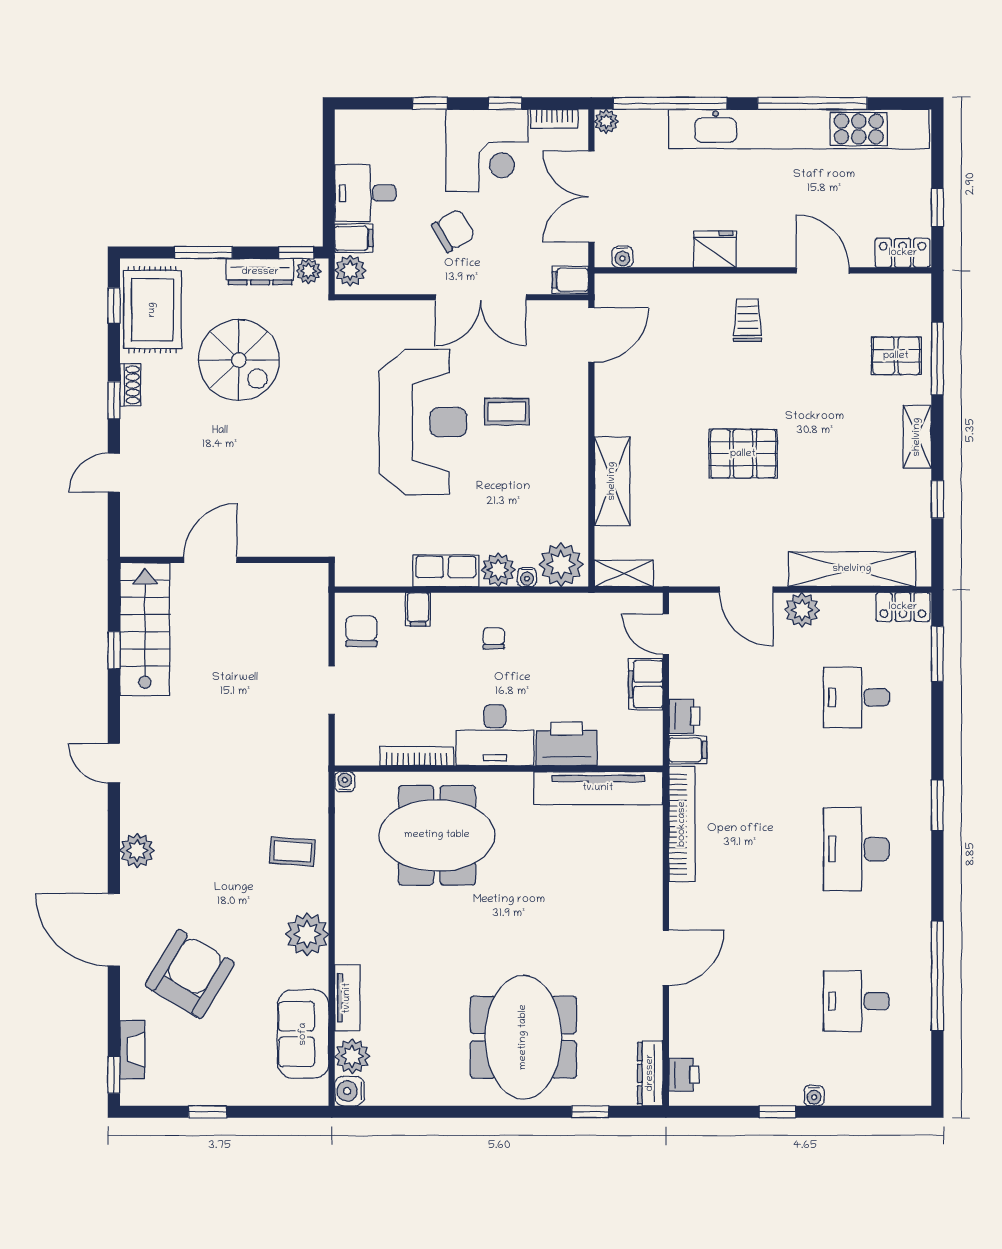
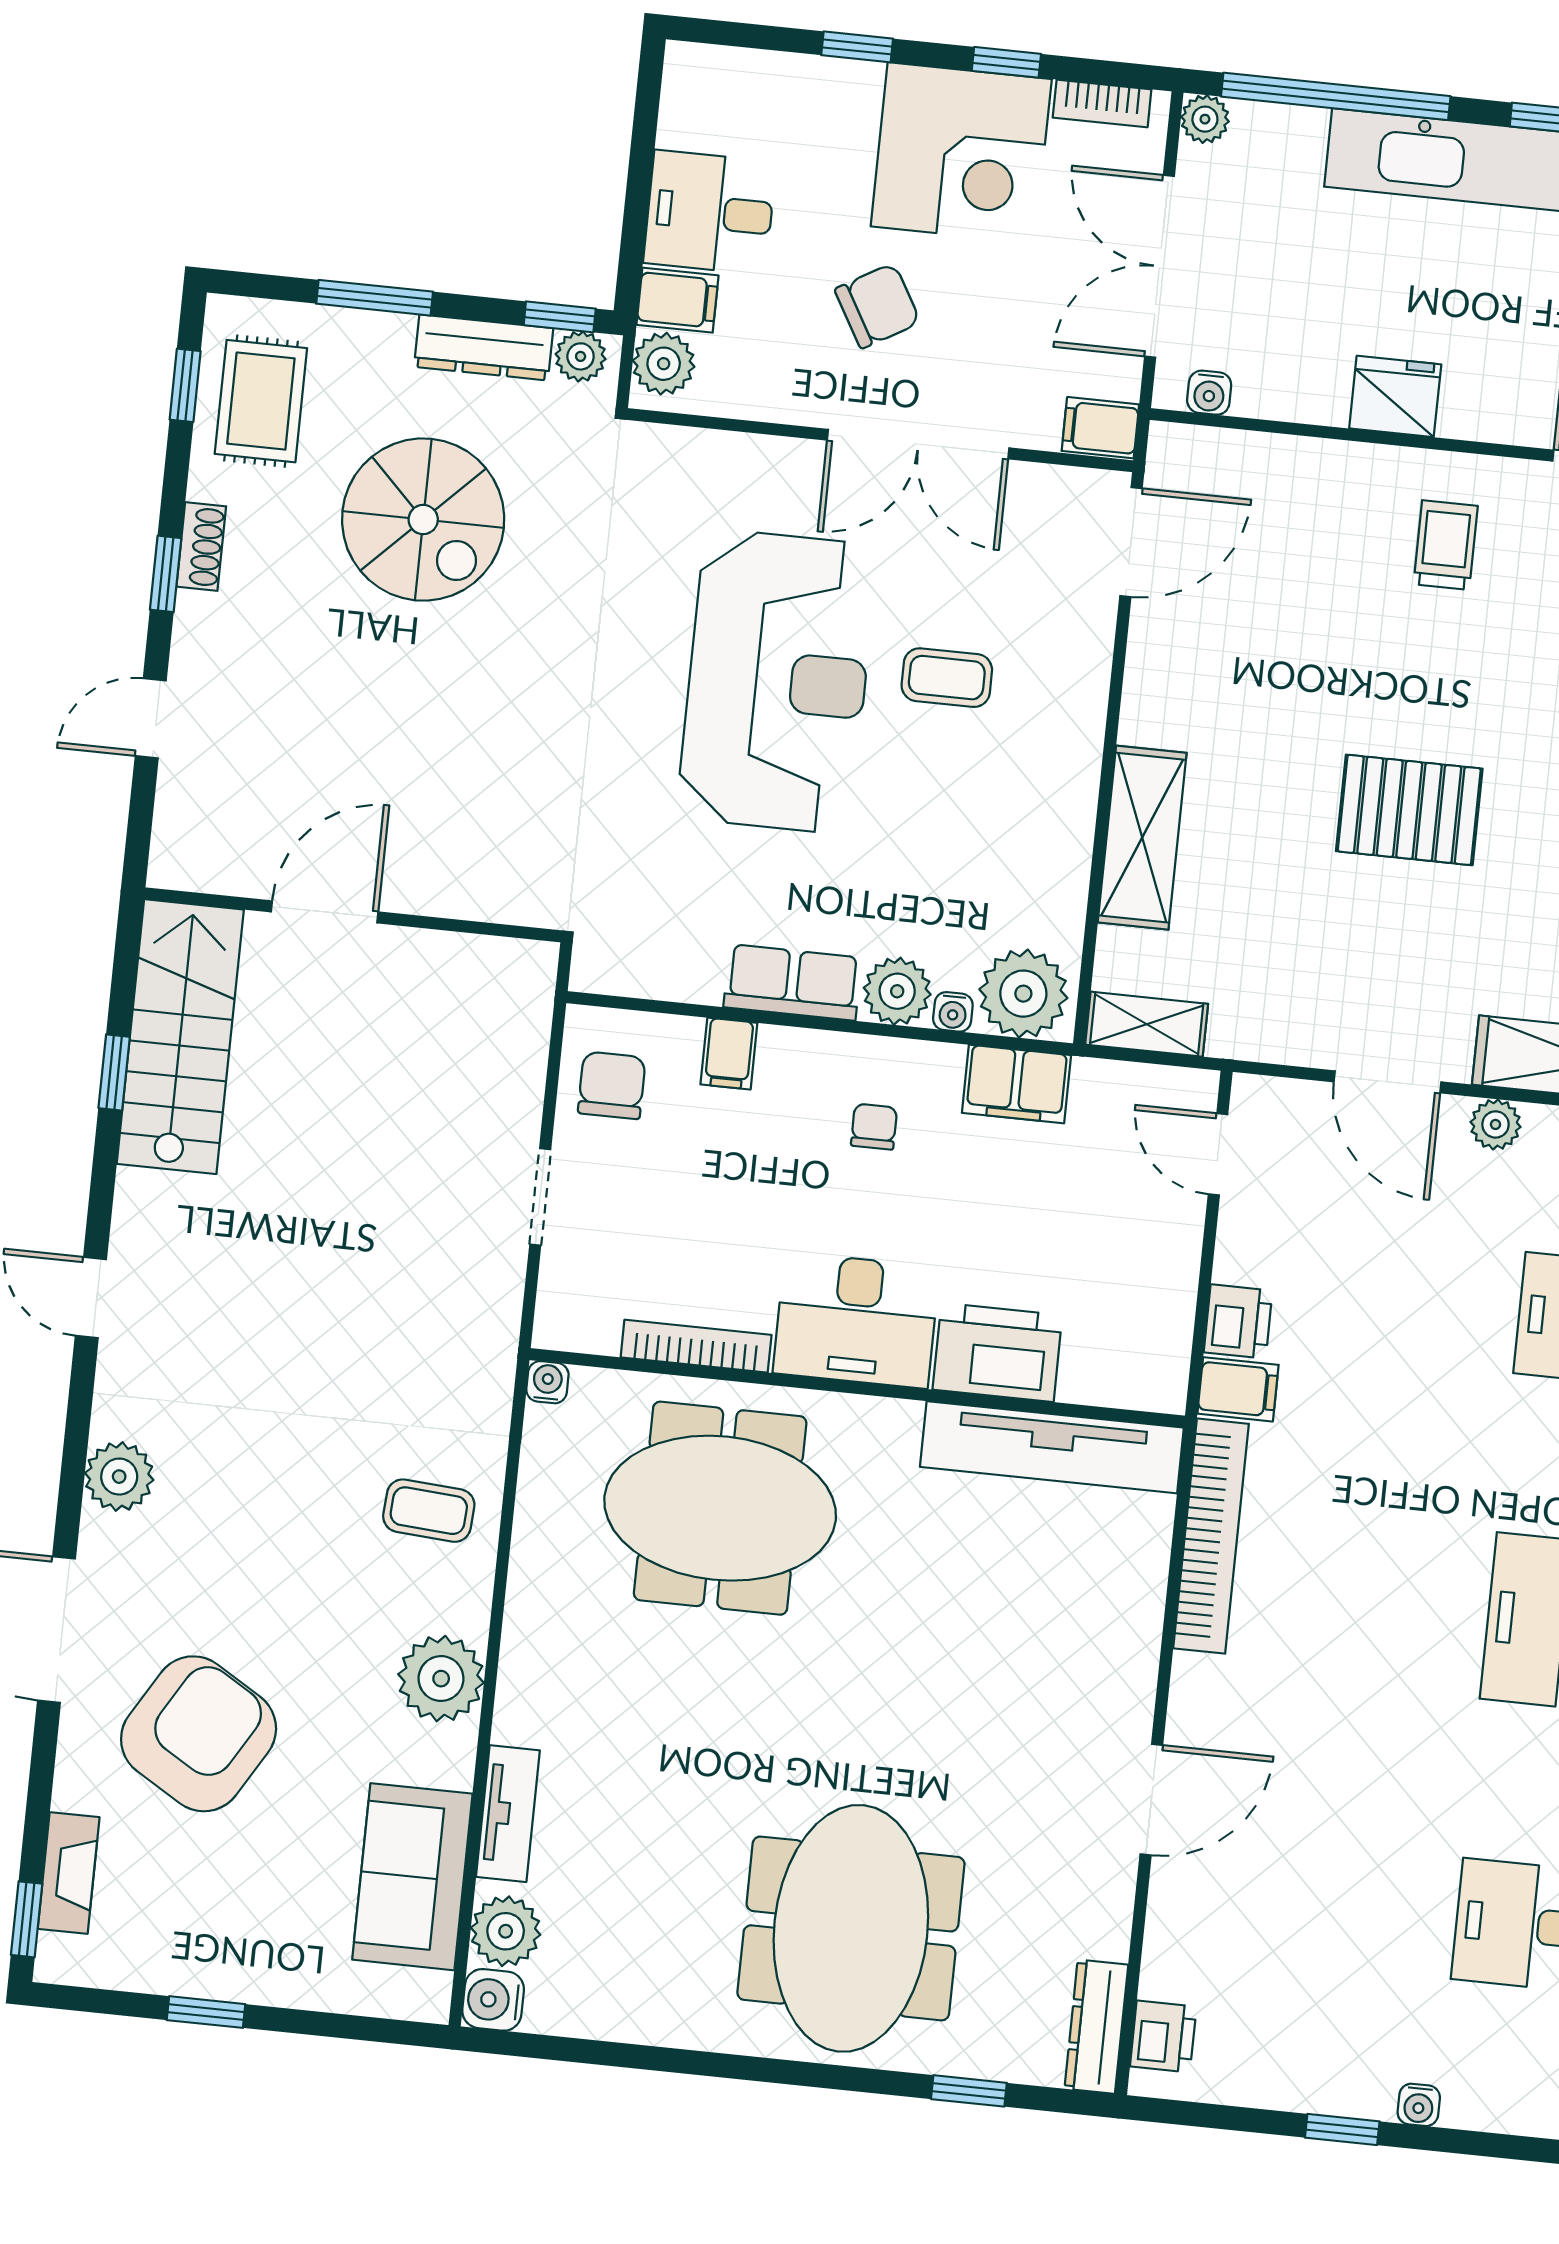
rug: (152, 310) -> (261, 401), width x0.73, depth x0.70
plant: (802, 610) -> (1496, 1124), width x0.73, depth x0.73
filing cabinet: (646, 684) -> (1016, 1084), moved, turned -90

